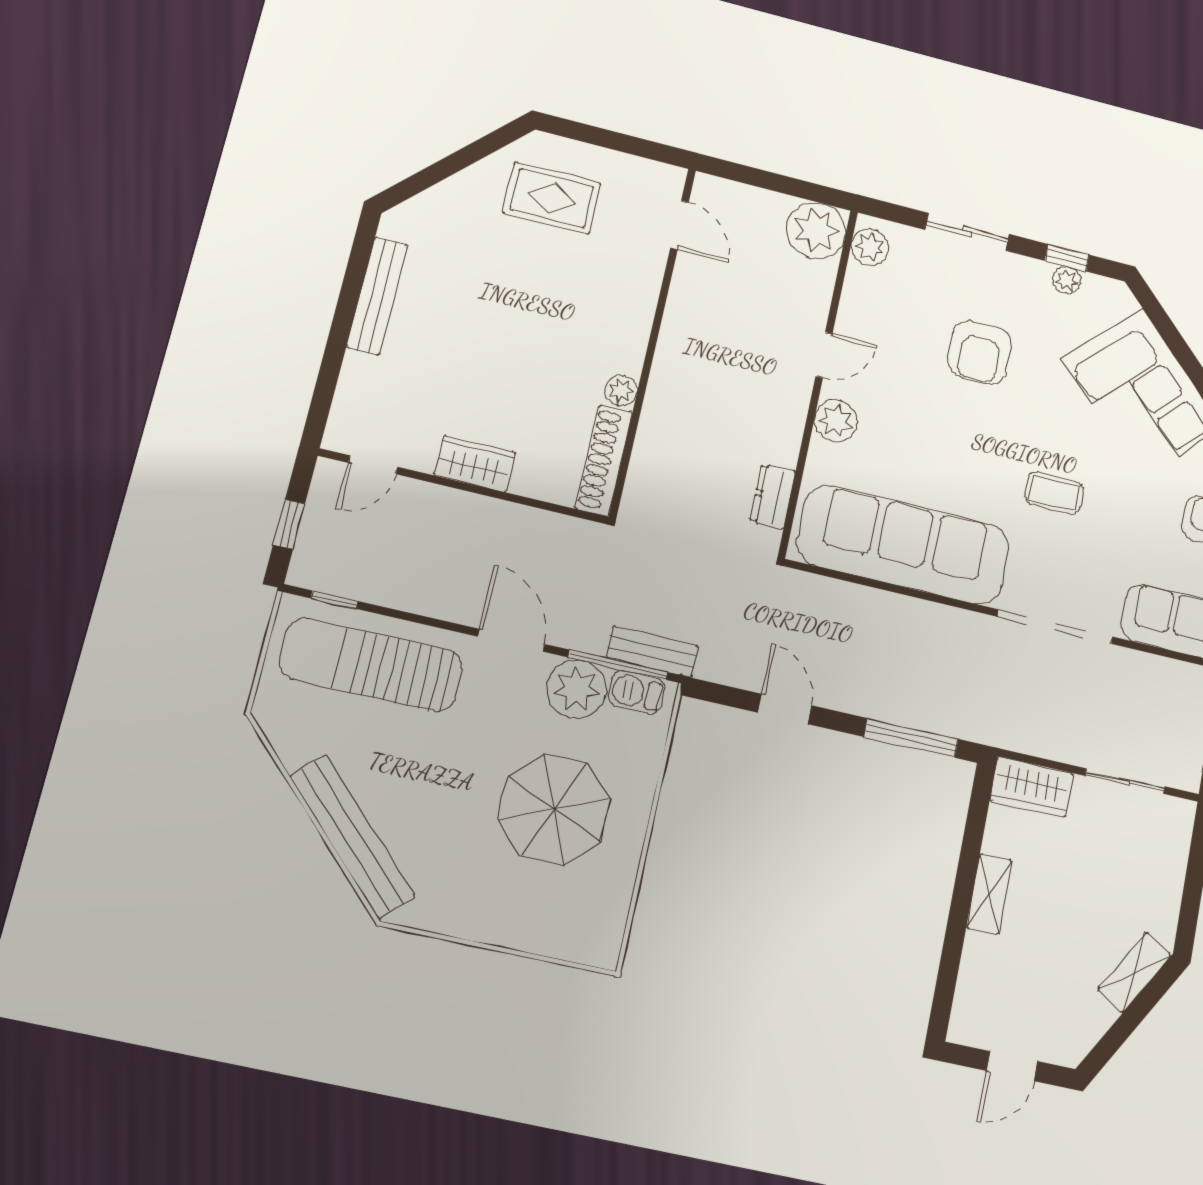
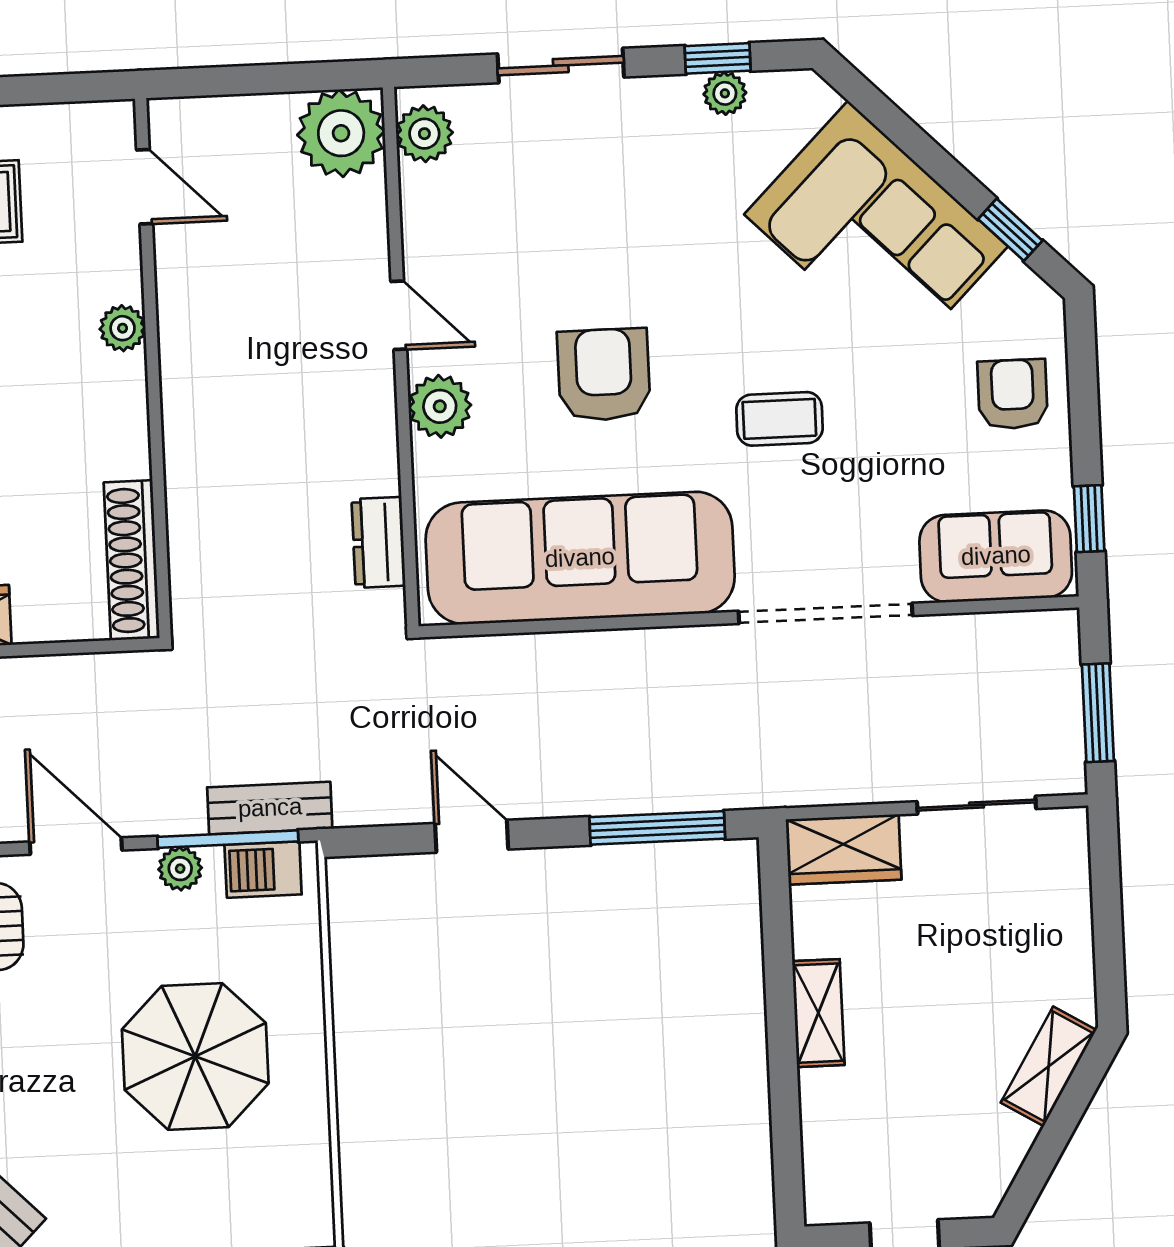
armchair: (980, 352) -> (604, 375), moved, turned 180
door: (824, 355) -> (399, 315), hinge flipped
plant: (621, 391) -> (123, 328), moved
plant: (576, 689) -> (180, 869), width x0.53, depth x0.53

